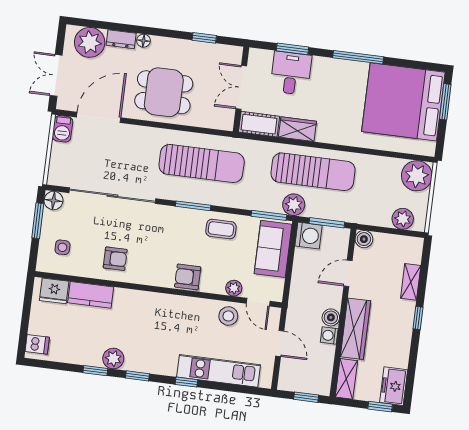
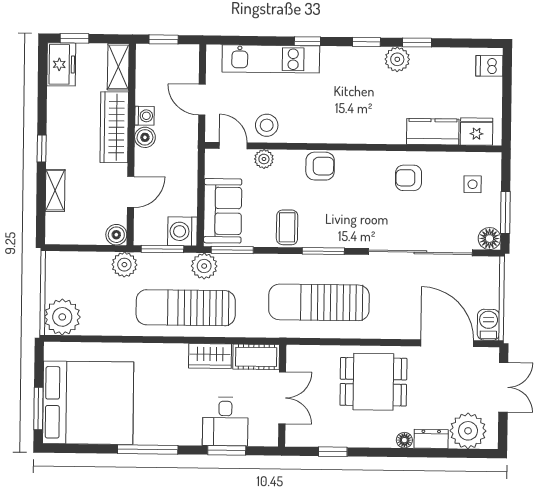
door: (99, 117) -> (447, 343), swing flipped
plant: (403, 219) -> (124, 265), moved
coffee table: (221, 229) -> (287, 227), turned 90

